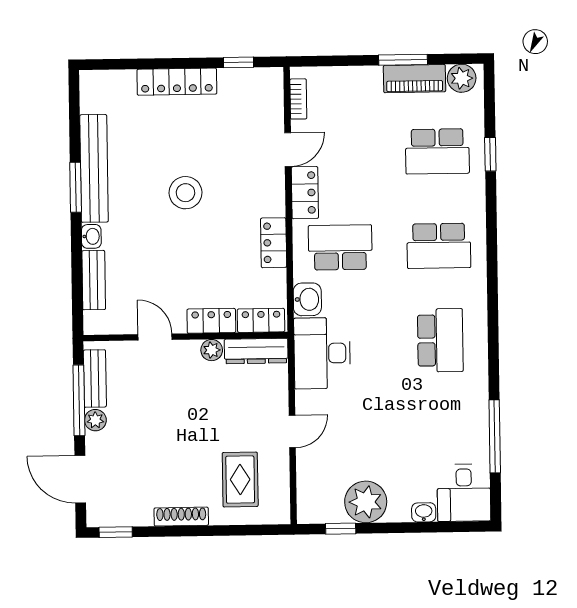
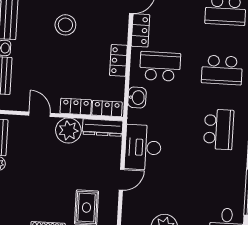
plant: (212, 350) -> (68, 130), width x1.87, depth x1.87
desk: (322, 353) -> (143, 147), moved

